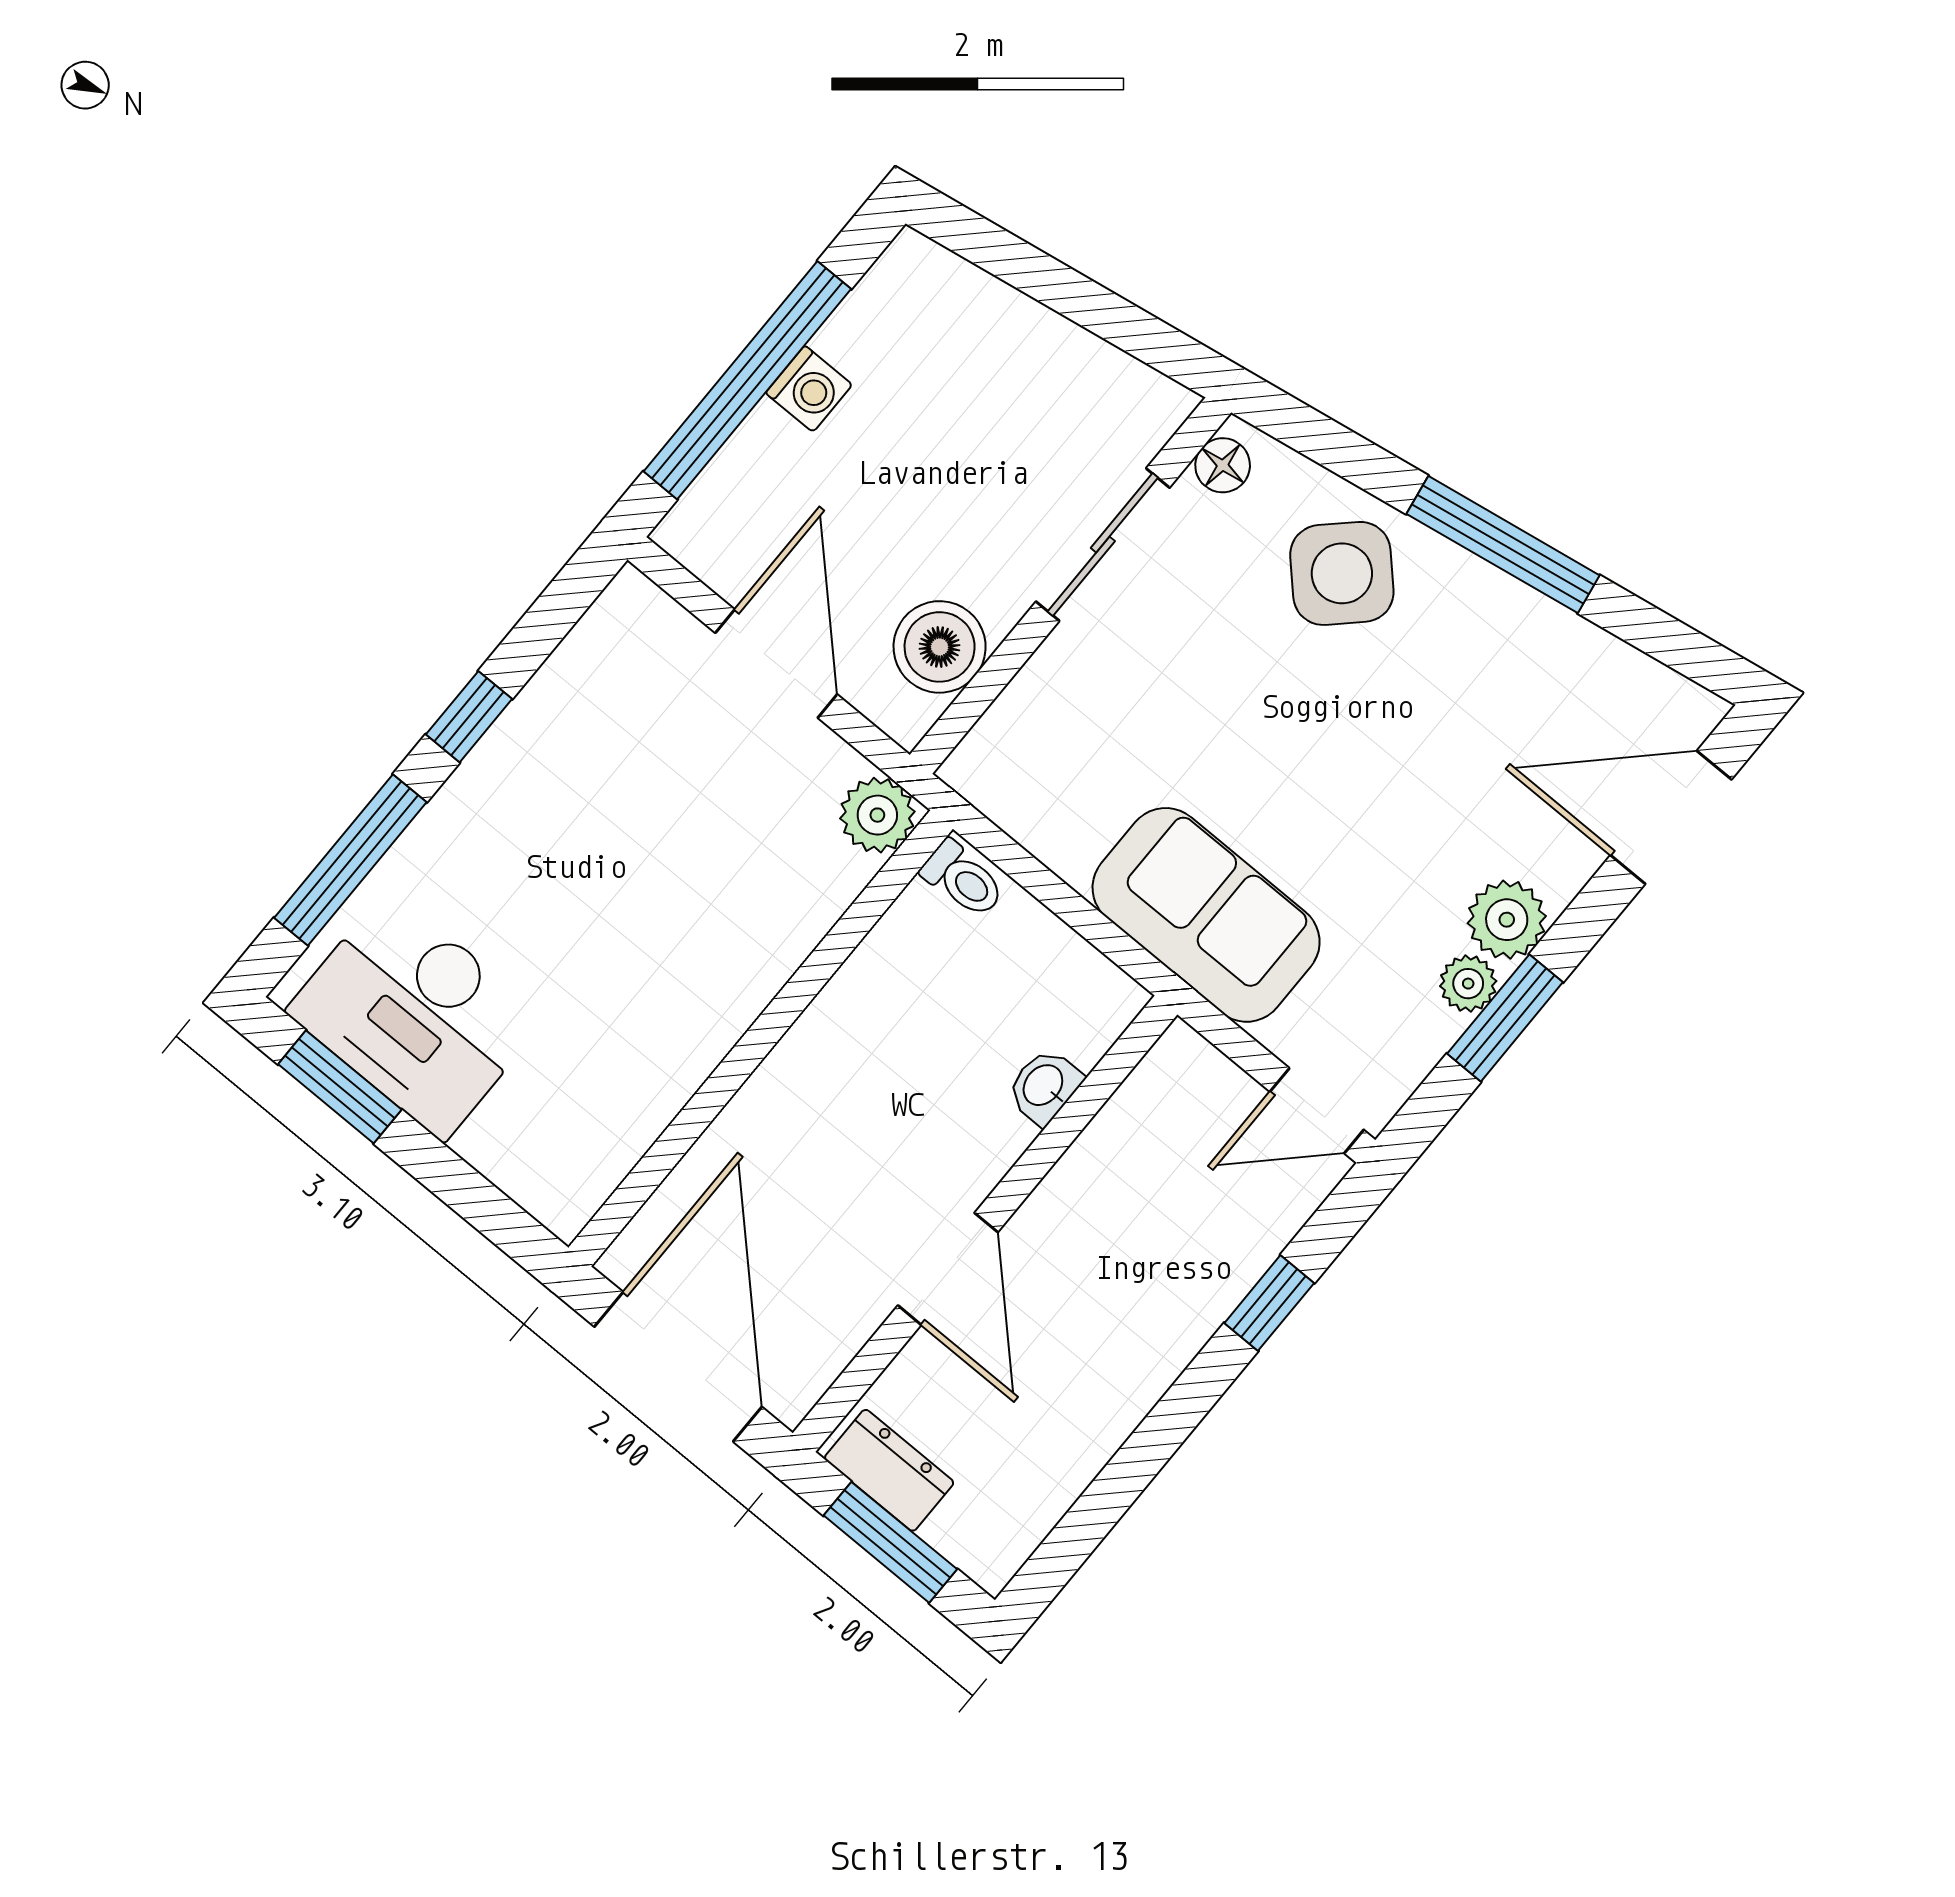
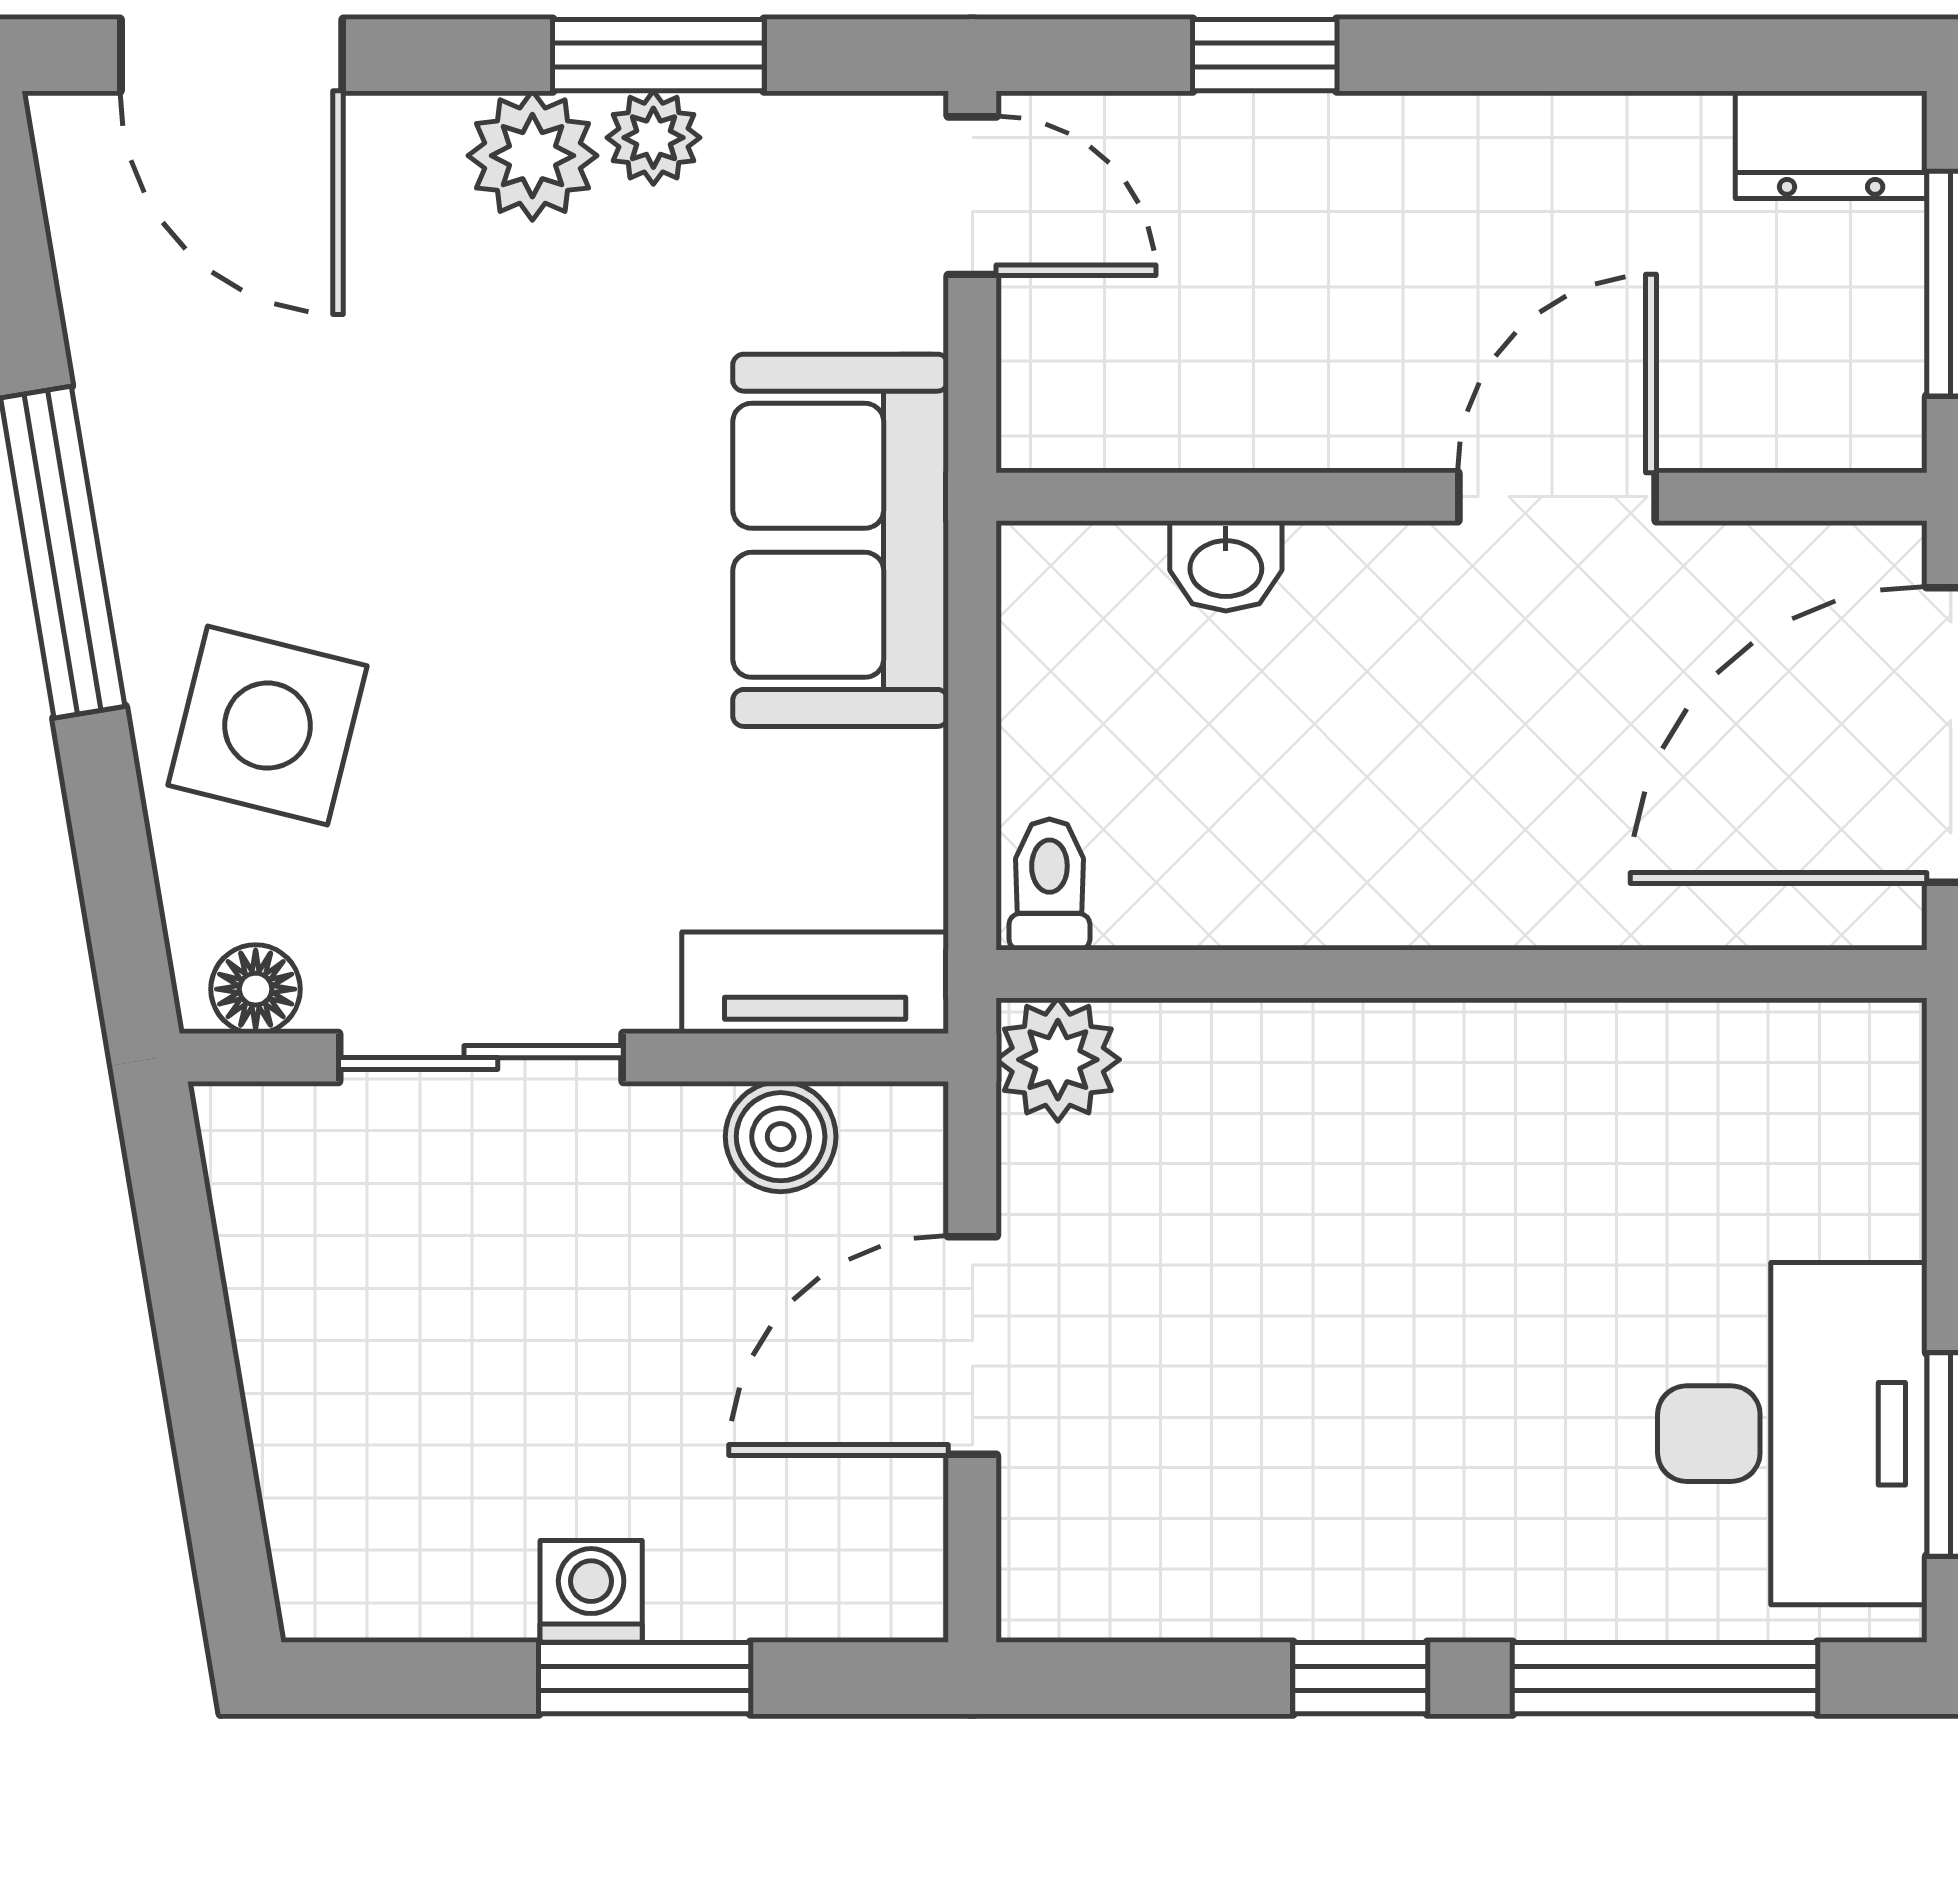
window: (747, 380) -> (645, 1678), width x0.47
side table: (1342, 573) -> (268, 726), turned -32
boiler: (940, 647) -> (781, 1137), width x0.73, depth x0.73
tv unit: (1008, 731) -> (815, 983), added
dresser: (889, 1470) -> (1831, 145), moved, turned -90

